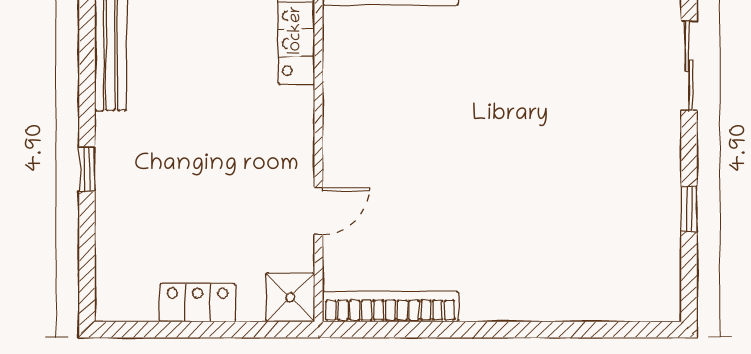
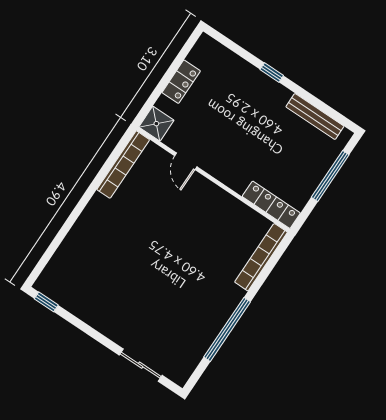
window: (689, 209) -> (46, 302), moved

